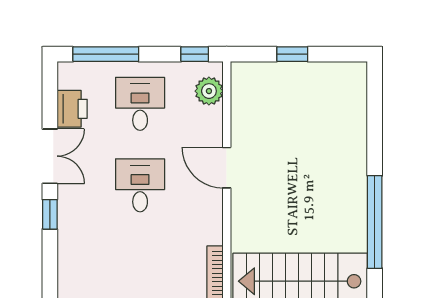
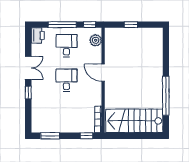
window: (106, 54) -> (62, 25), moved
printer: (72, 109) -> (38, 35), moved

